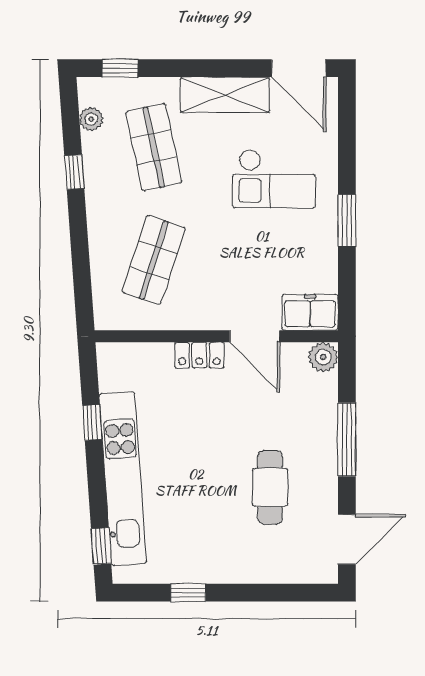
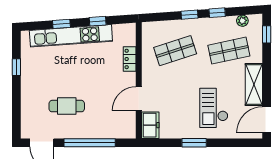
window: (78, 230) -> (190, 15), added
shop shelf: (154, 260) -> (175, 51), turned -36
locker: (199, 355) -> (130, 59), moved
plant: (323, 357) -> (129, 131), removed
window: (347, 439) -> (90, 143), width x1.46
window: (101, 546) -> (61, 24), moved

